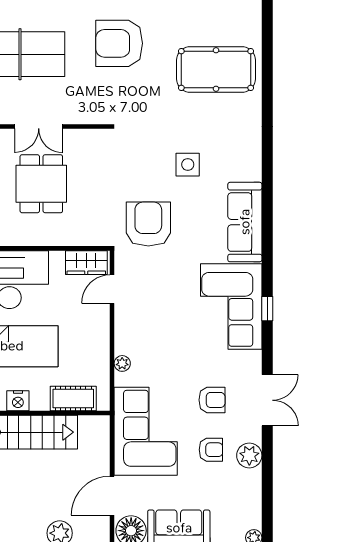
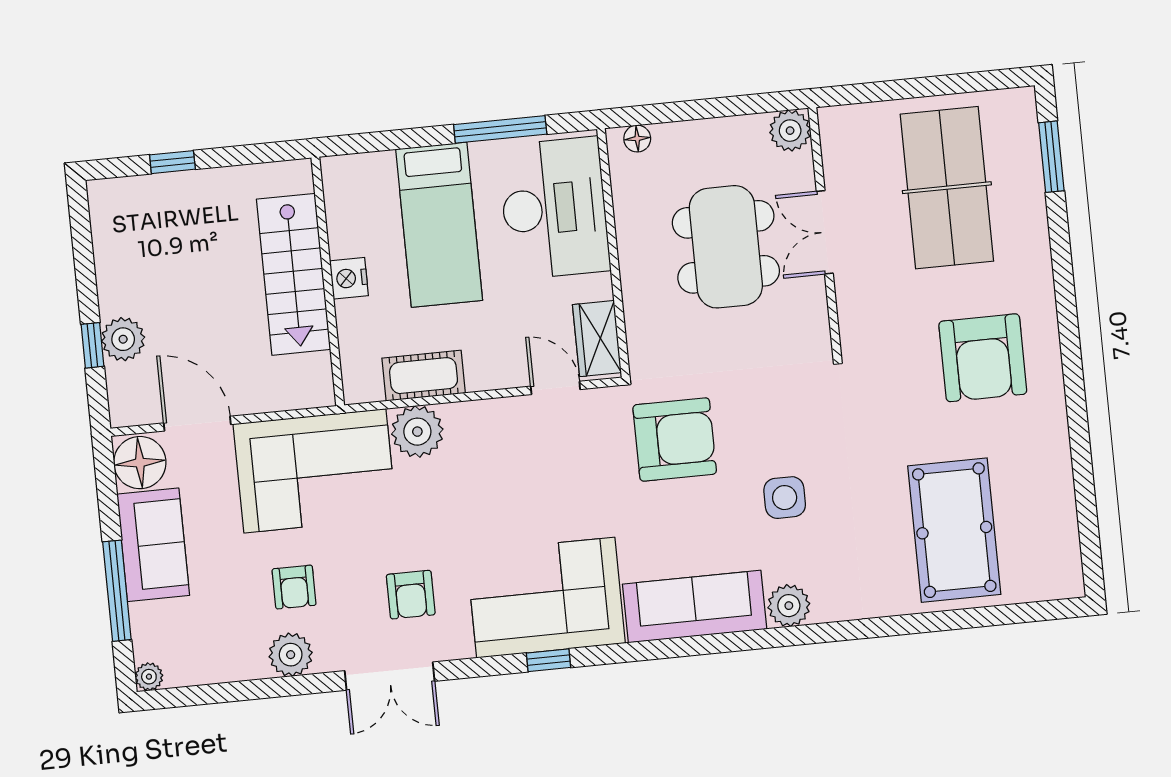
armchair: (119, 43) -> (983, 358), turned 180
plant: (250, 168) -> (789, 606), added
dining table: (41, 184) -> (726, 247), width x1.38
plant: (122, 363) -> (417, 432), width x1.88, depth x1.88
cot: (73, 399) -> (424, 376), moved, turned 90
armchair: (212, 400) -> (411, 595), moved
nightstand: (18, 401) -> (349, 278), moved

